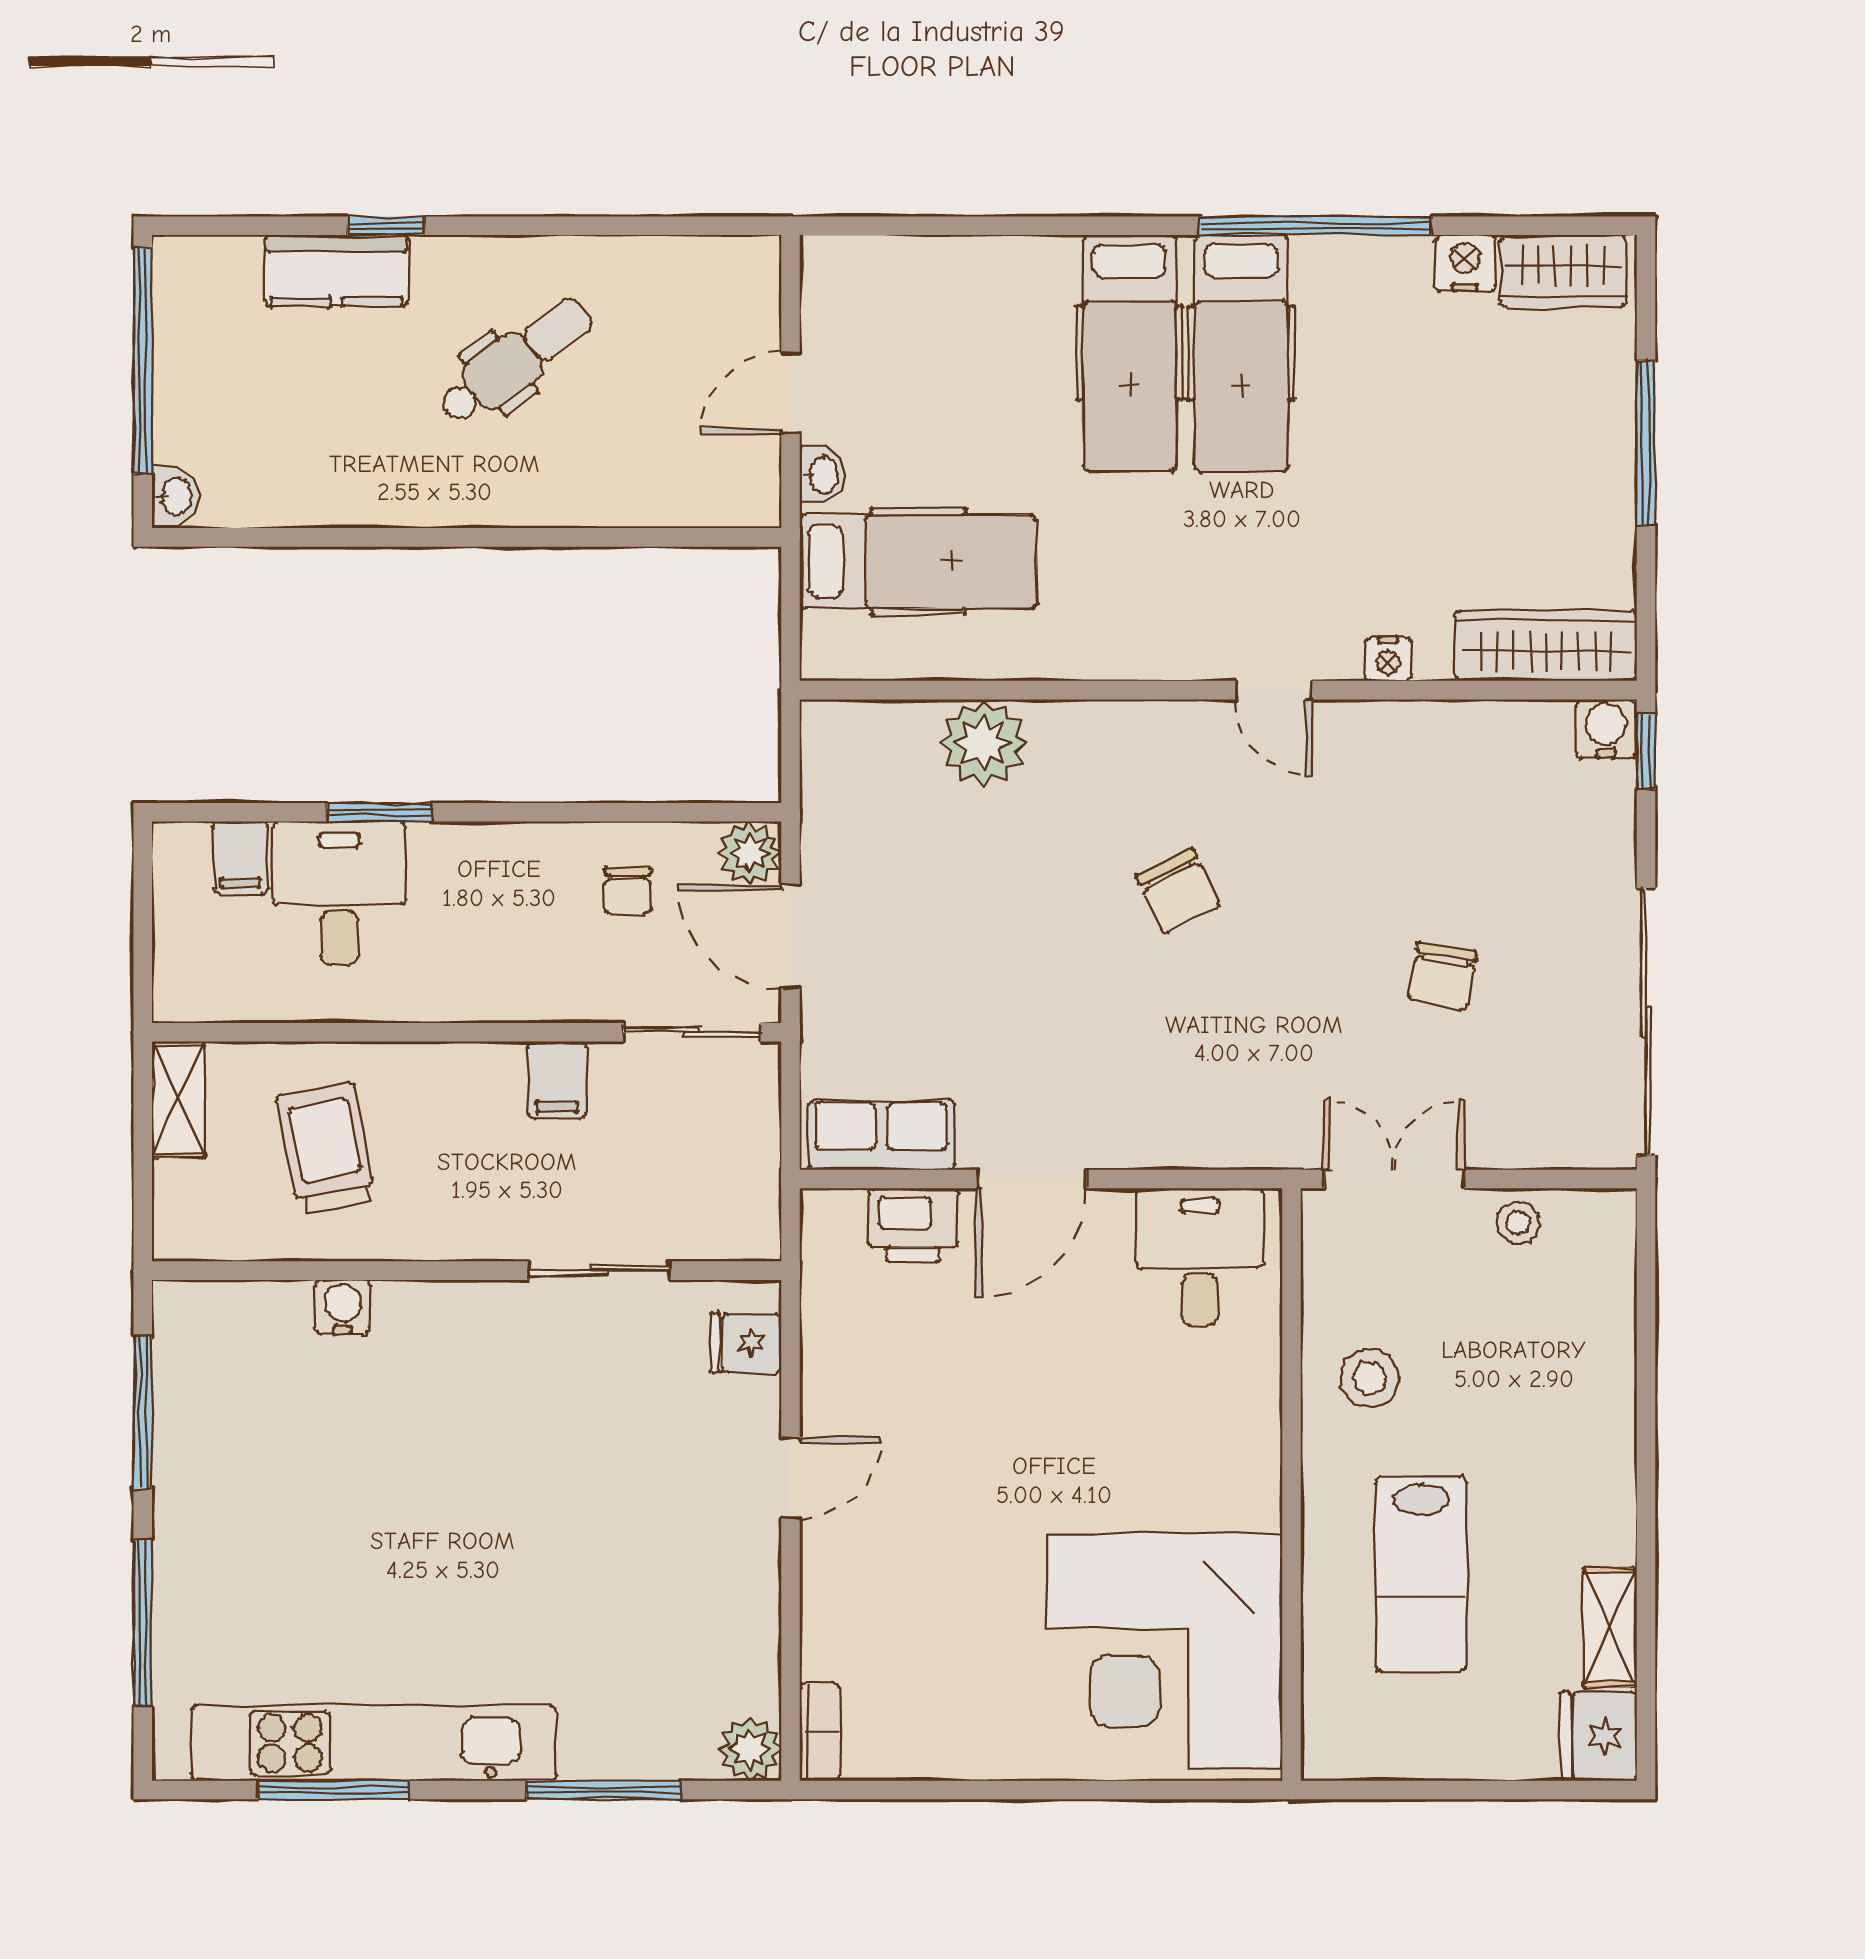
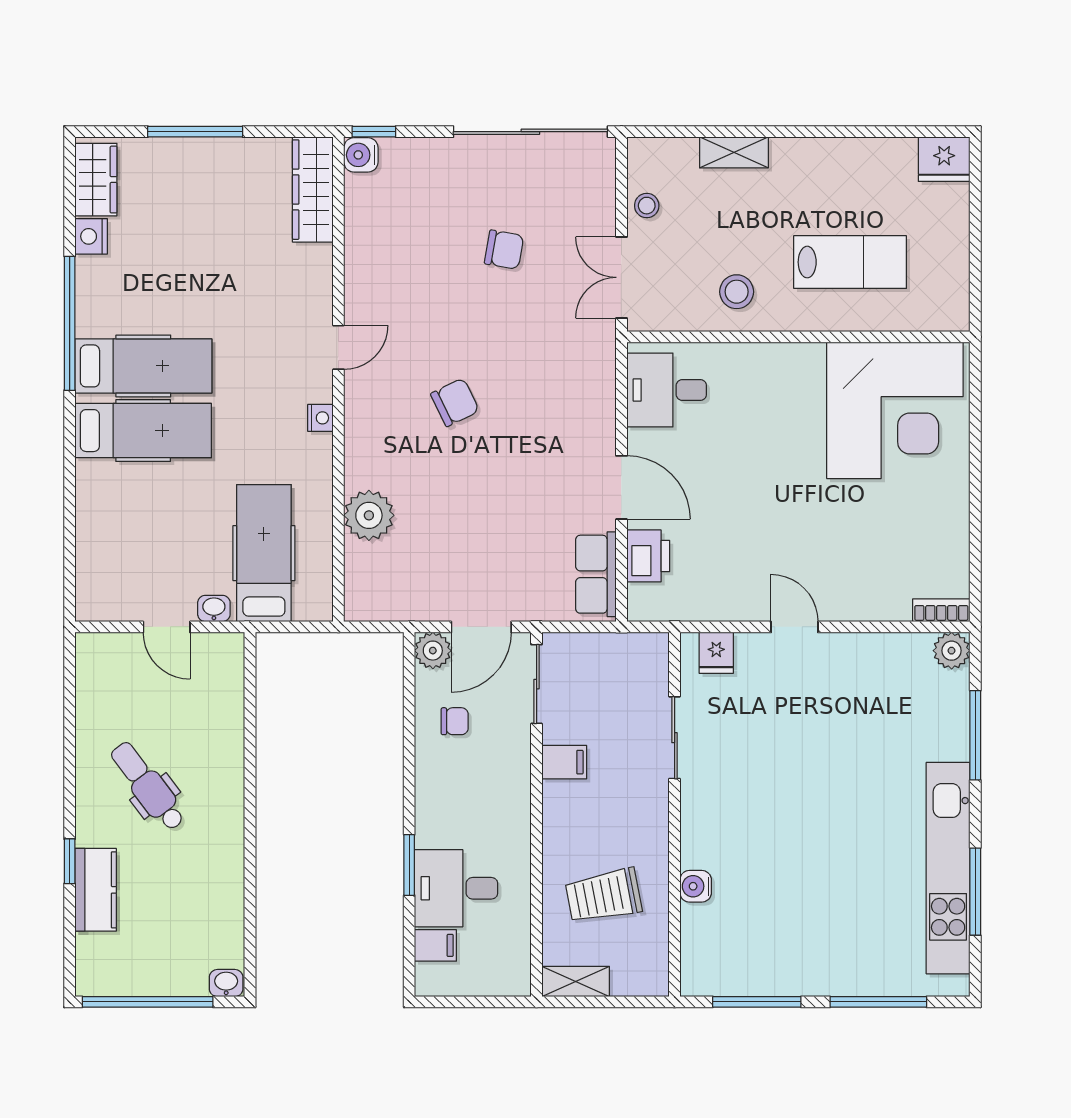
nightstand: (1388, 659) -> (320, 418), moved
shelving: (1610, 1627) -> (734, 152), moved

